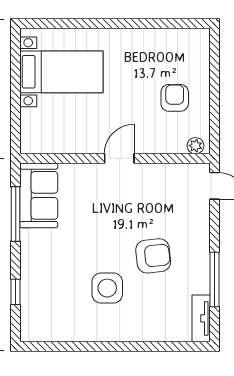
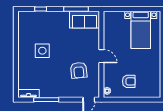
armchair: (153, 256) -> (79, 70), moved

